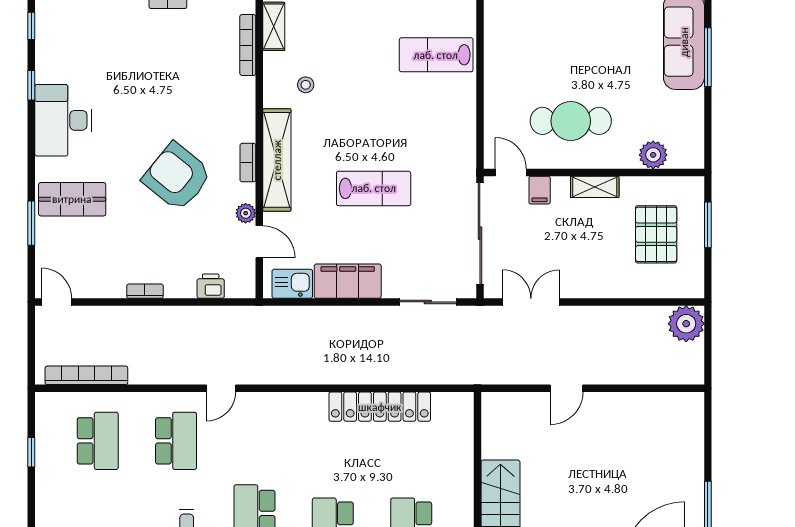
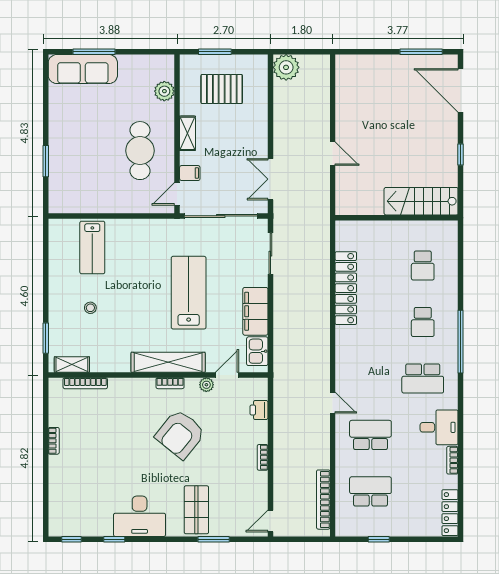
stool: (306, 85) -> (90, 308), moved
lab bench: (374, 188) -> (189, 293), width x1.36, depth x1.39

